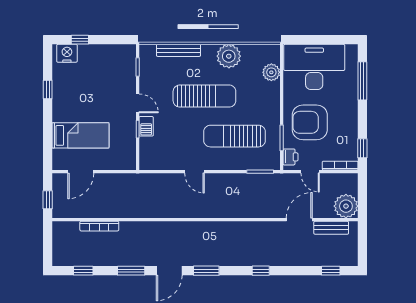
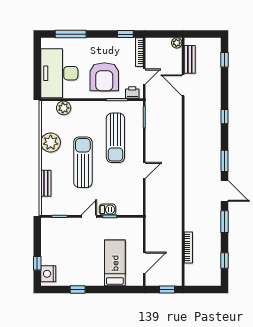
bench: (178, 50) -> (46, 183), width x0.73
door: (81, 172) -> (144, 263), hinge flipped
plant: (346, 206) -> (177, 43), width x0.53, depth x0.53

